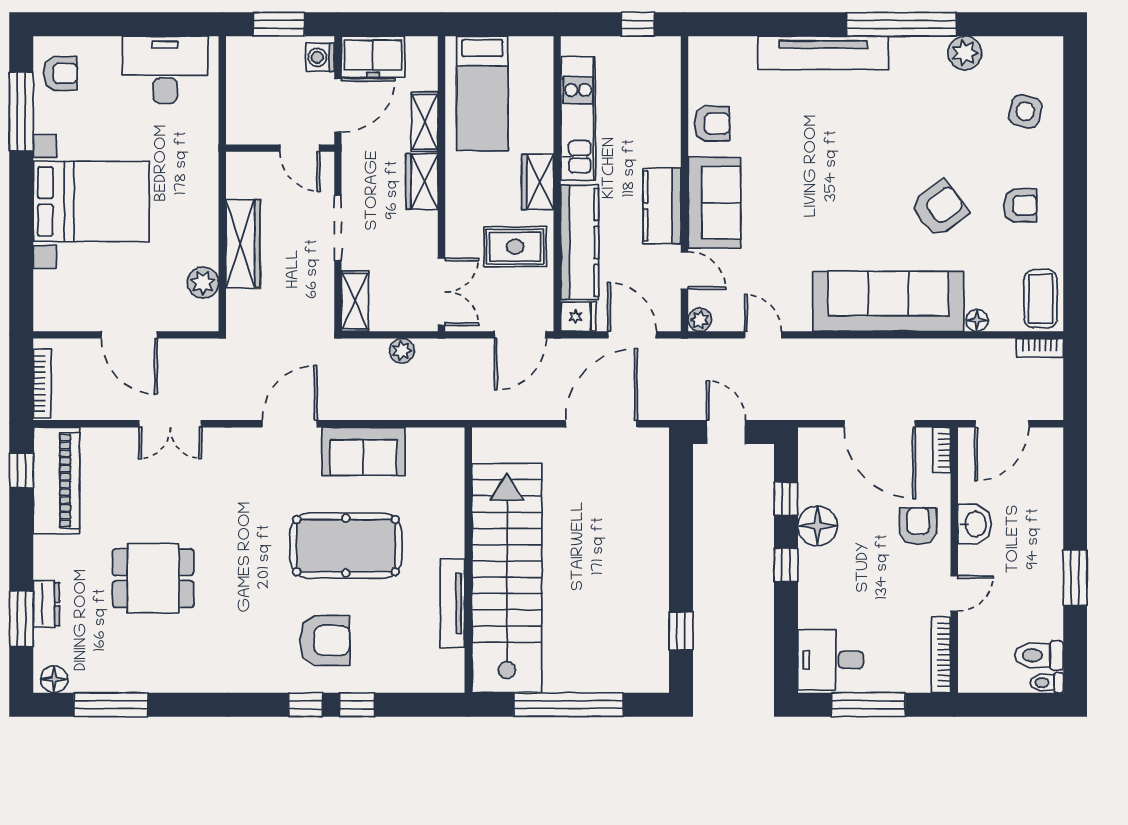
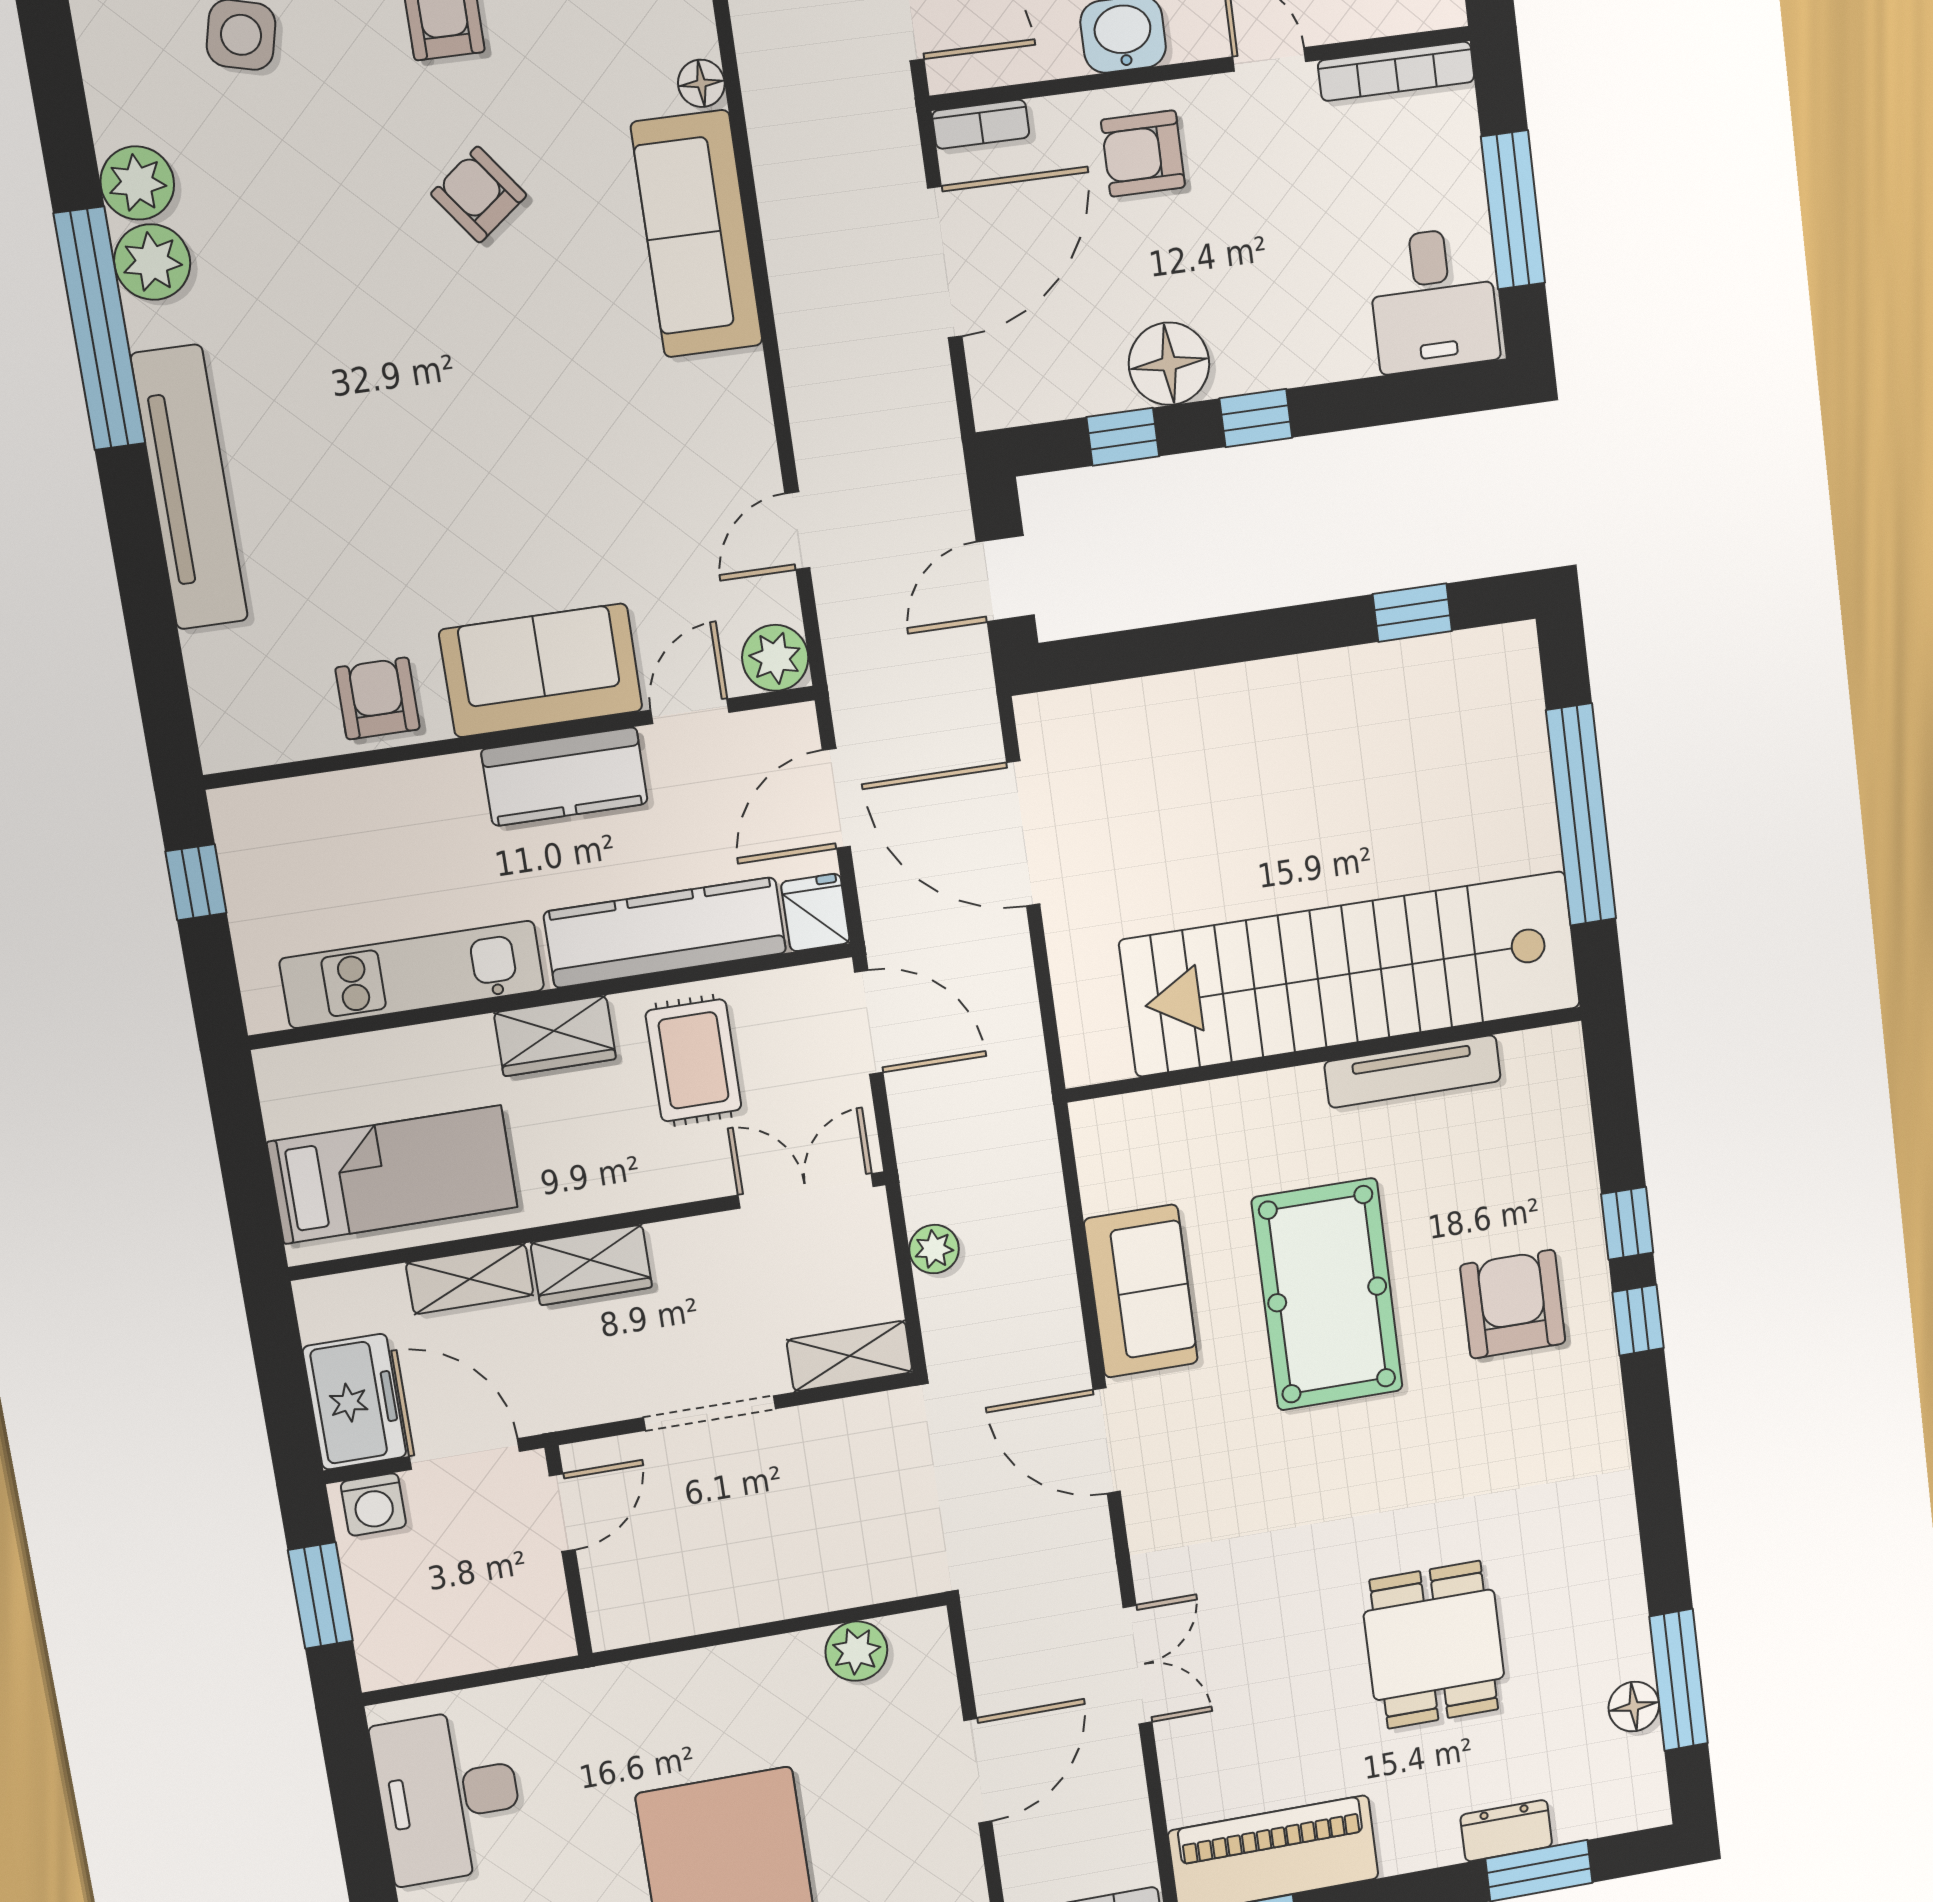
plant: (928, 54) -> (152, 262), added
armchair: (939, 209) -> (479, 195), width x0.72, depth x0.72
wardrobe: (243, 244) -> (769, 1589), removed
sofa: (888, 301) -> (697, 234), width x0.74, depth x0.79
plant: (700, 320) -> (775, 658), width x1.38, depth x1.38
floor lamp: (54, 679) -> (1634, 1707), moved

